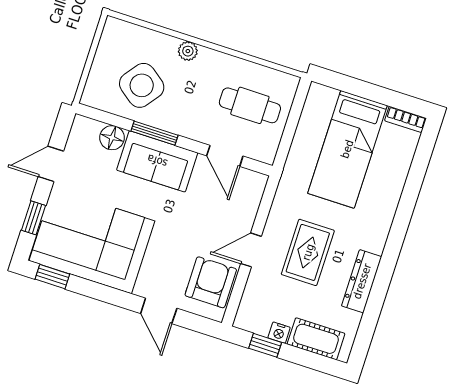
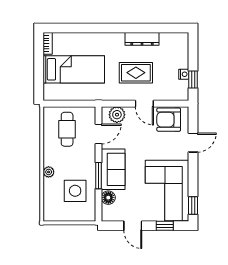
side table: (142, 85) -> (75, 191), turned -37
plant: (247, 198) -> (117, 115), added
cot: (316, 339) -> (181, 53), removed

